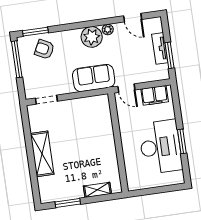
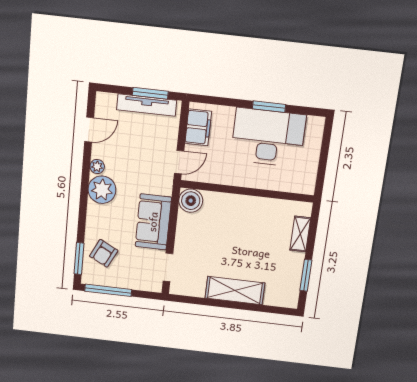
tv unit: (160, 48) -> (147, 105), width x1.41
sofa: (94, 78) -> (153, 222), moved
boiler: (101, 104) -> (191, 201), added

